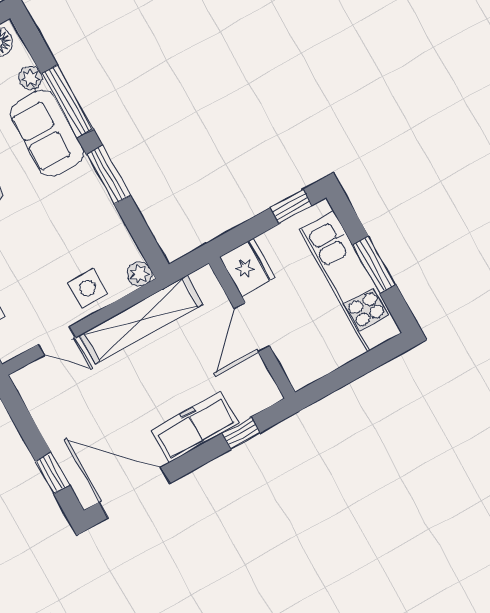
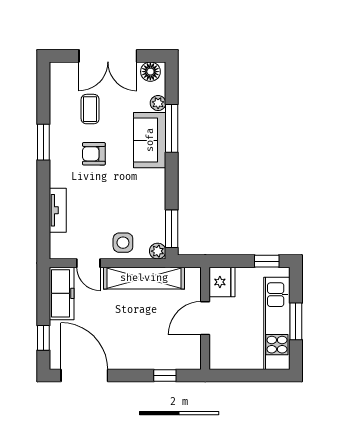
window: (108, 175) -> (172, 229), moved
freezer: (195, 427) -> (62, 293), moved, turned 90

